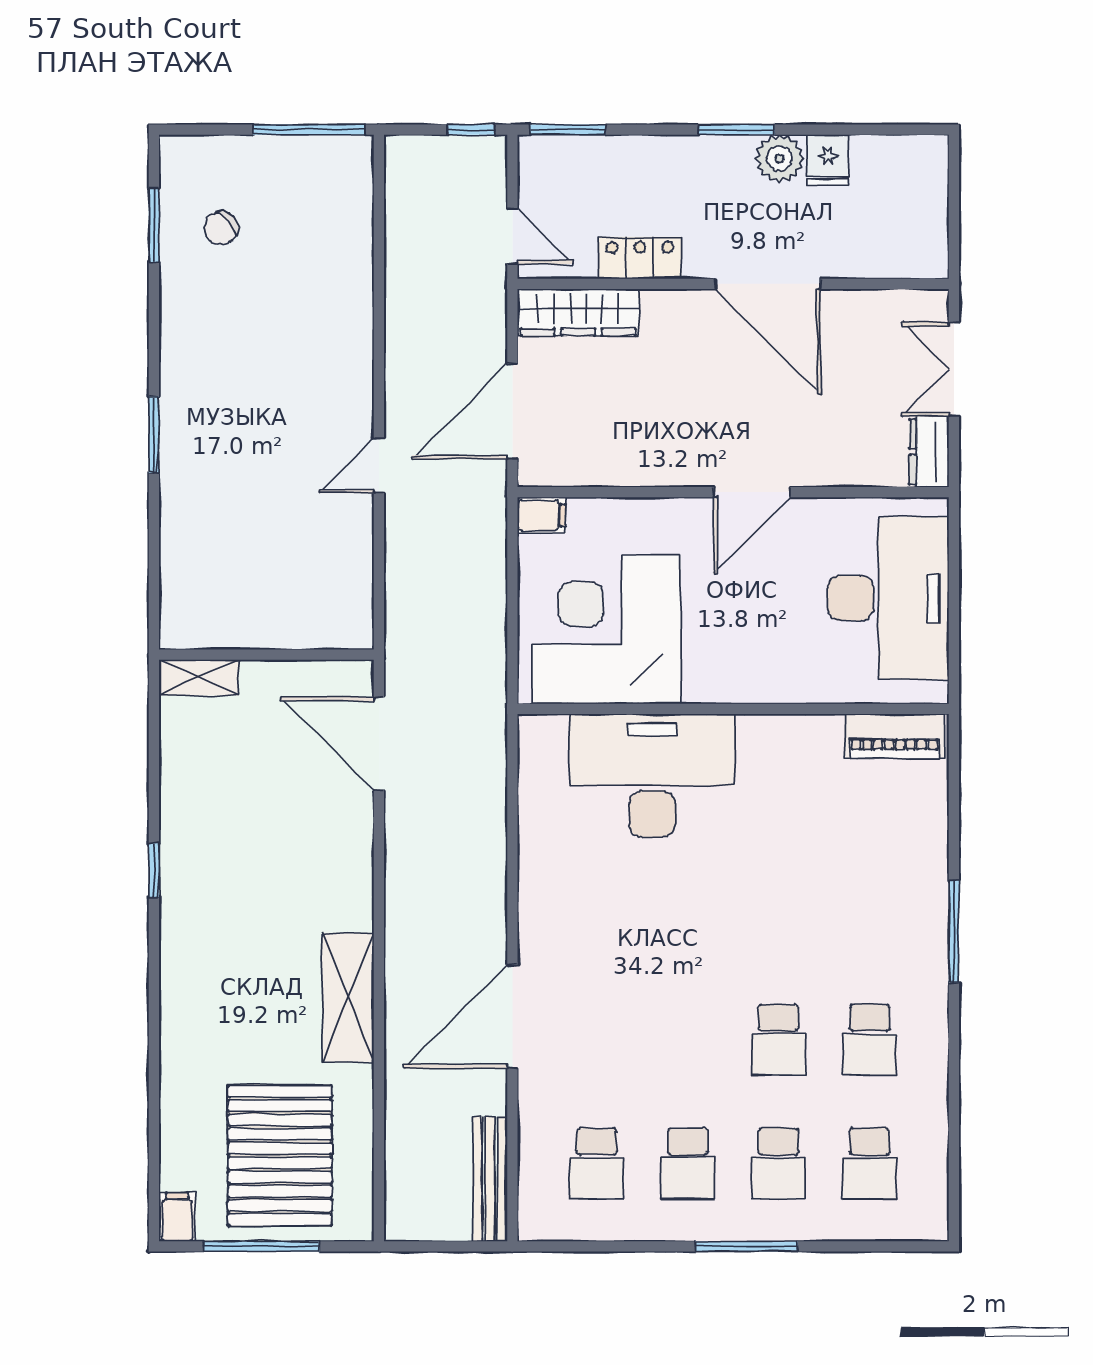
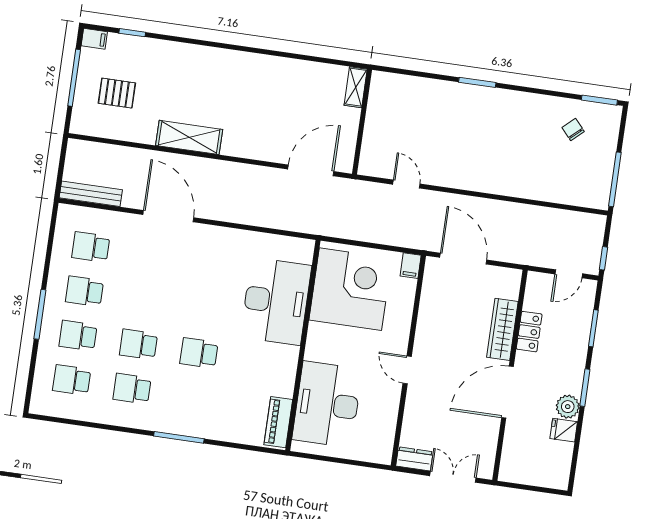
window: (568, 130) -> (593, 328), moved
window: (154, 225) -> (599, 100), moved
door: (512, 236) -> (569, 274), moved
wardrobe: (578, 312) -> (502, 329), moved
door: (379, 466) -> (406, 184), moved
door: (752, 492) -> (407, 370), width x0.73
desk: (888, 598) -> (327, 404), moved, turned 90
window: (154, 870) -> (132, 33), moved
school desk: (779, 916) -> (199, 353), added
pallet: (280, 1156) -> (117, 93), width x0.49, depth x0.50

